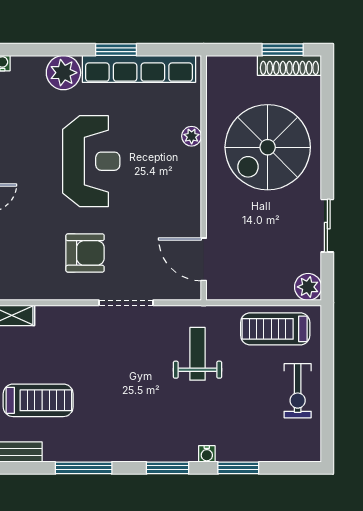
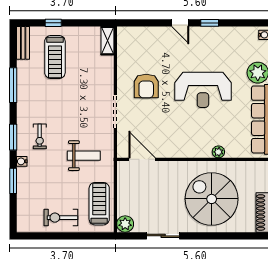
door: (204, 259) -> (142, 159), hinge flipped
exercise bike: (166, 425) -> (40, 136), added

